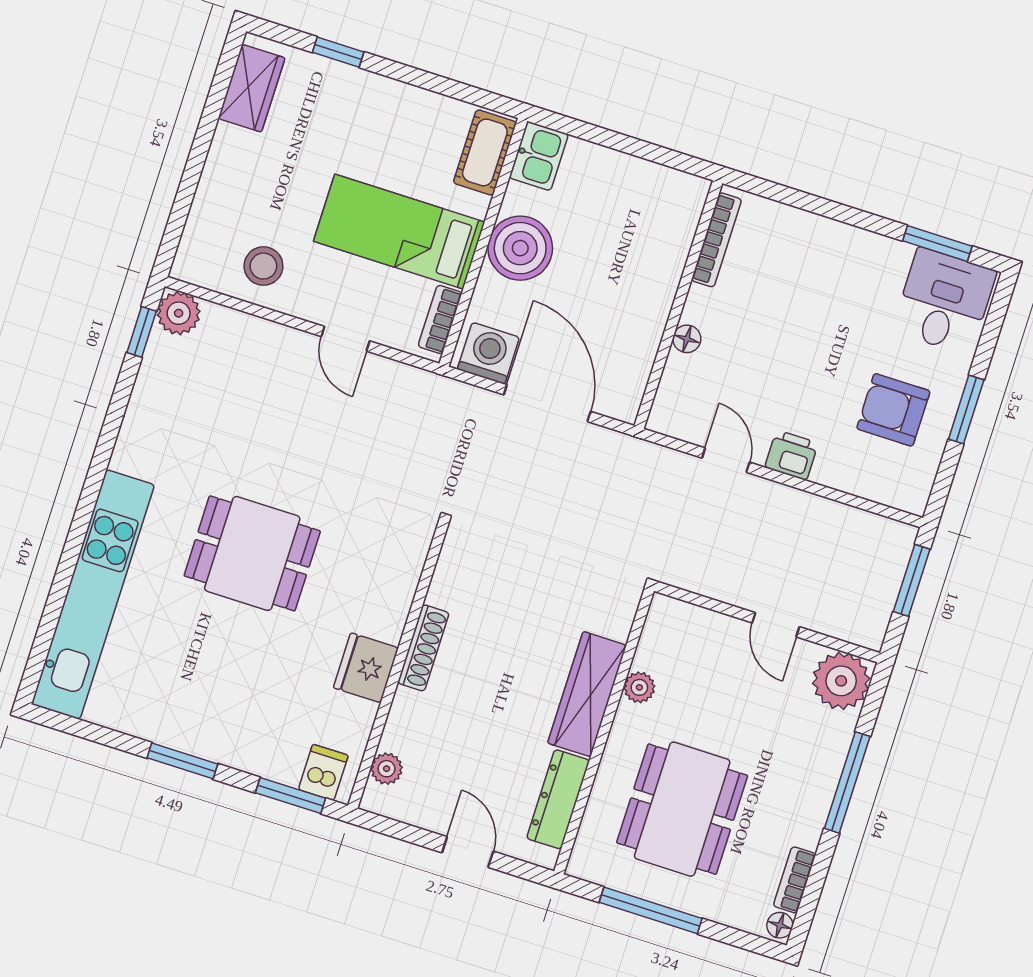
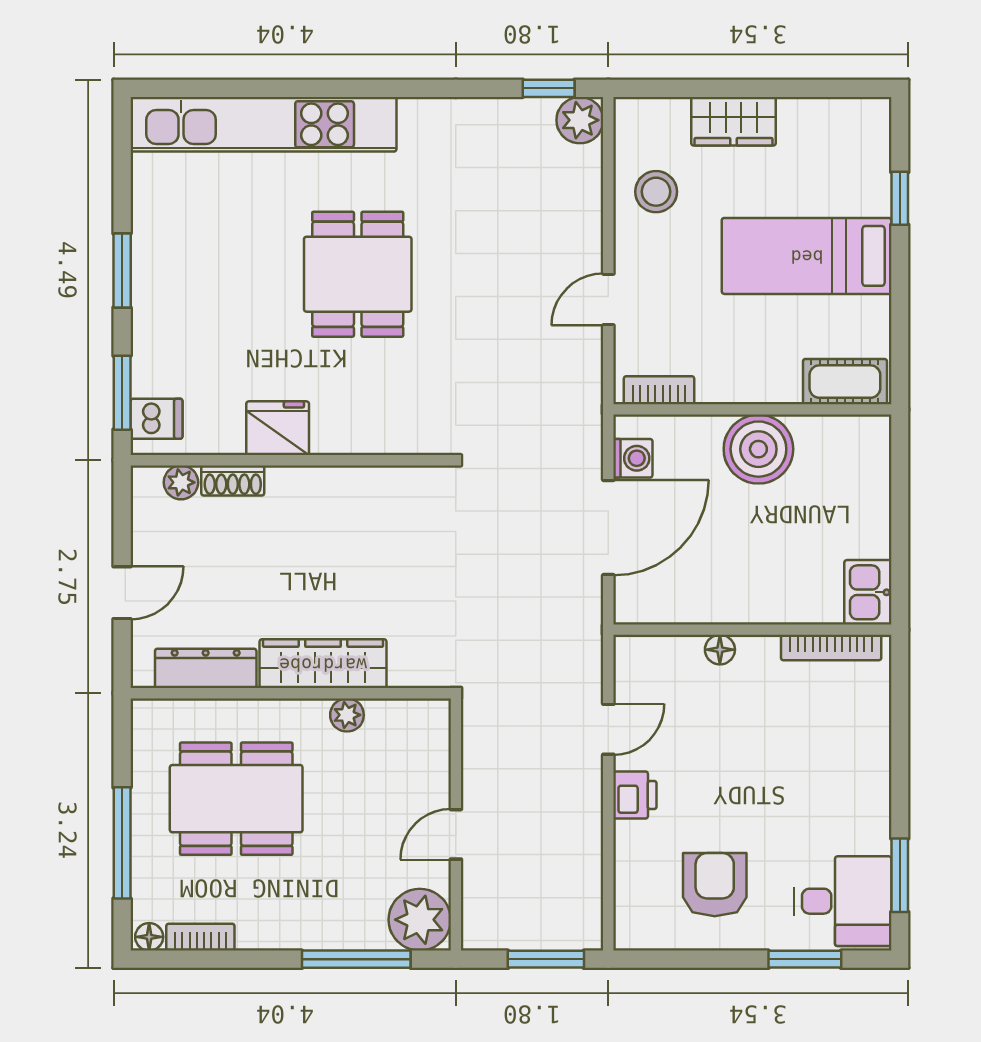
wardrobe: (252, 88) -> (733, 121), moved
kitchen sink: (539, 156) -> (868, 592), moved, turned 90
bed: (399, 232) -> (807, 256), moved, turned -90
washing machine: (488, 353) -> (633, 458), width x0.73, depth x0.73
window: (966, 410) -> (805, 959), moved
shoe rack: (423, 648) -> (233, 481), moved, width x0.70
window: (847, 782) -> (356, 959), moved
window: (651, 910) -> (122, 843), moved

